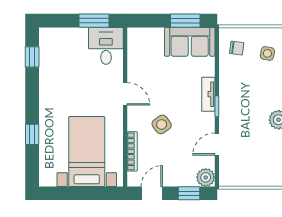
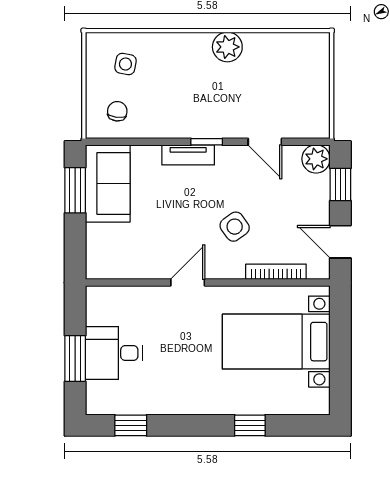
window: (94, 21) -> (75, 358), moved
desk: (106, 46) -> (114, 353), moved

